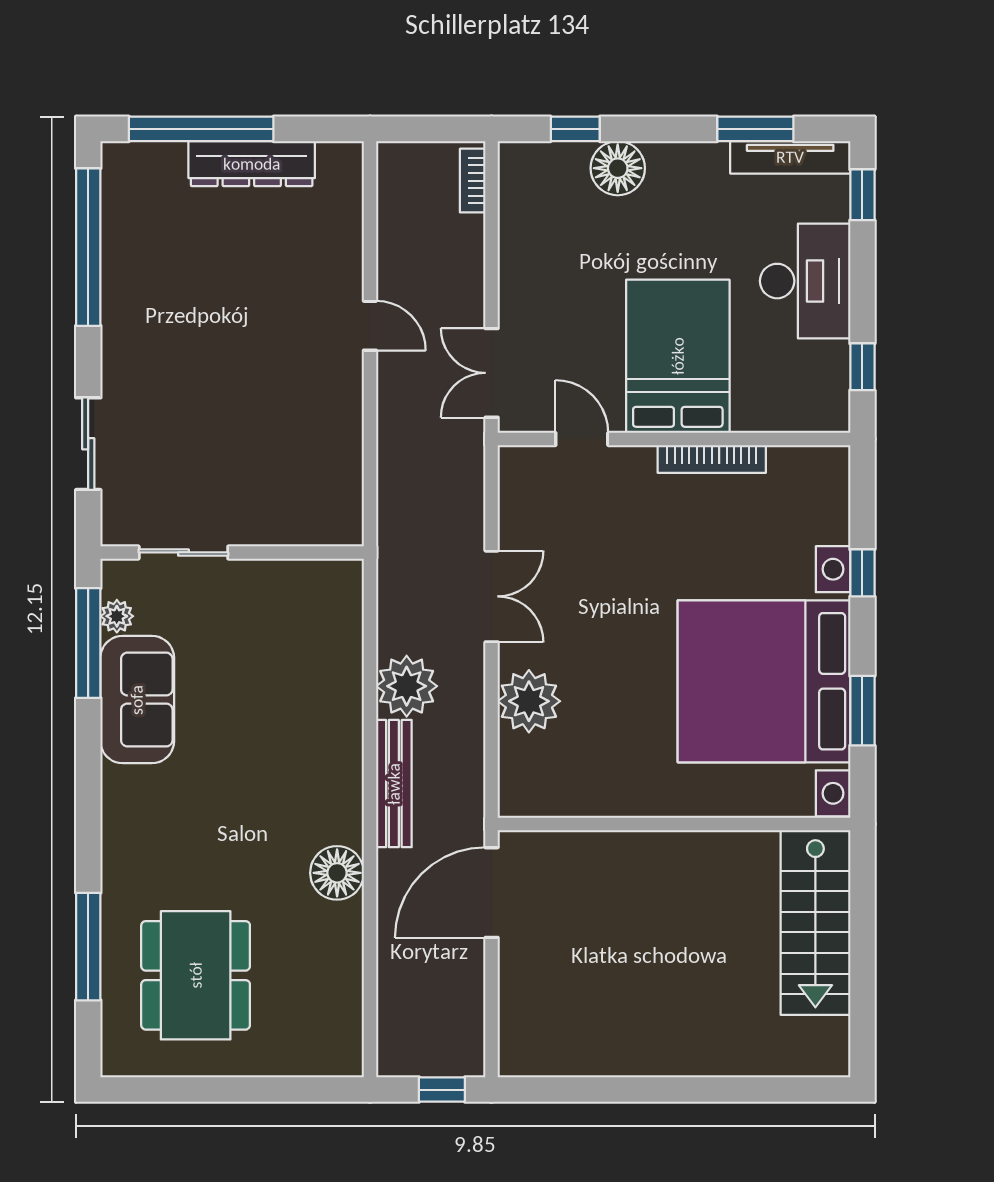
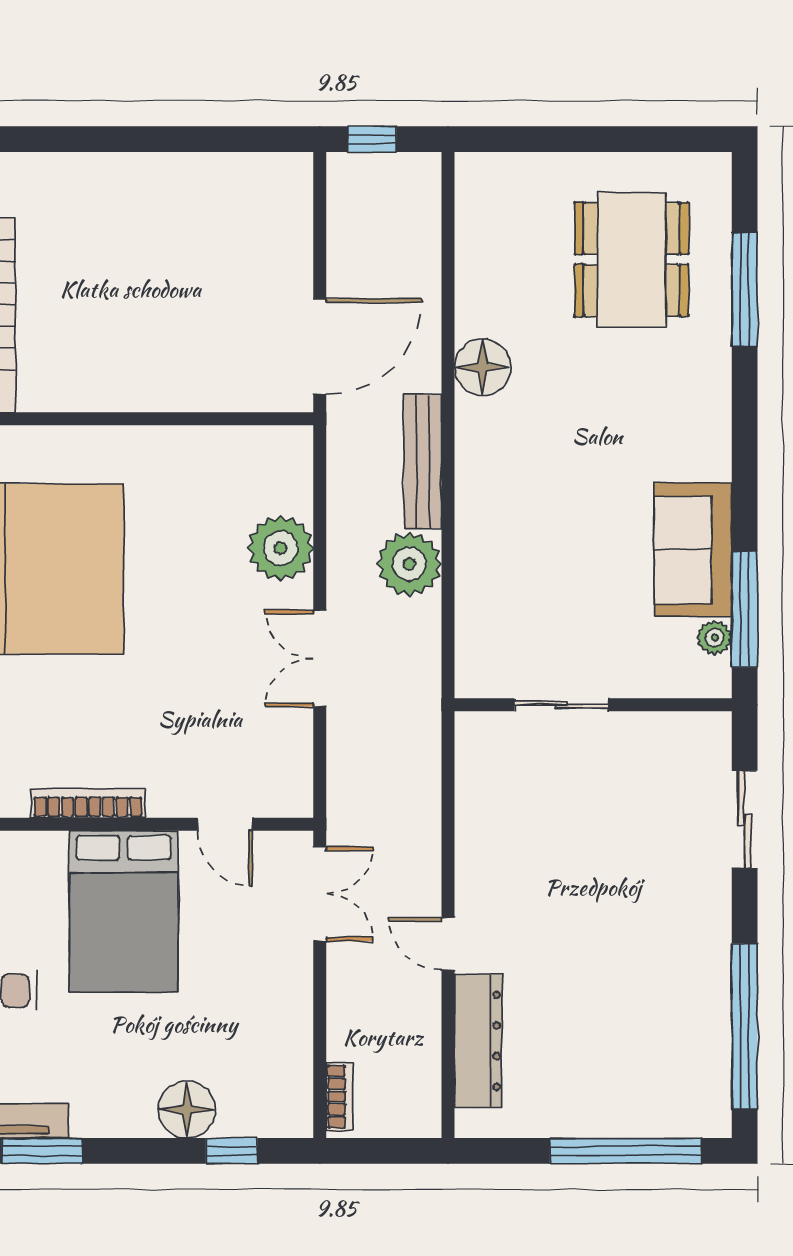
dresser: (252, 164) -> (478, 1041), moved, turned 90
sliding door: (183, 552) -> (562, 705), moved

